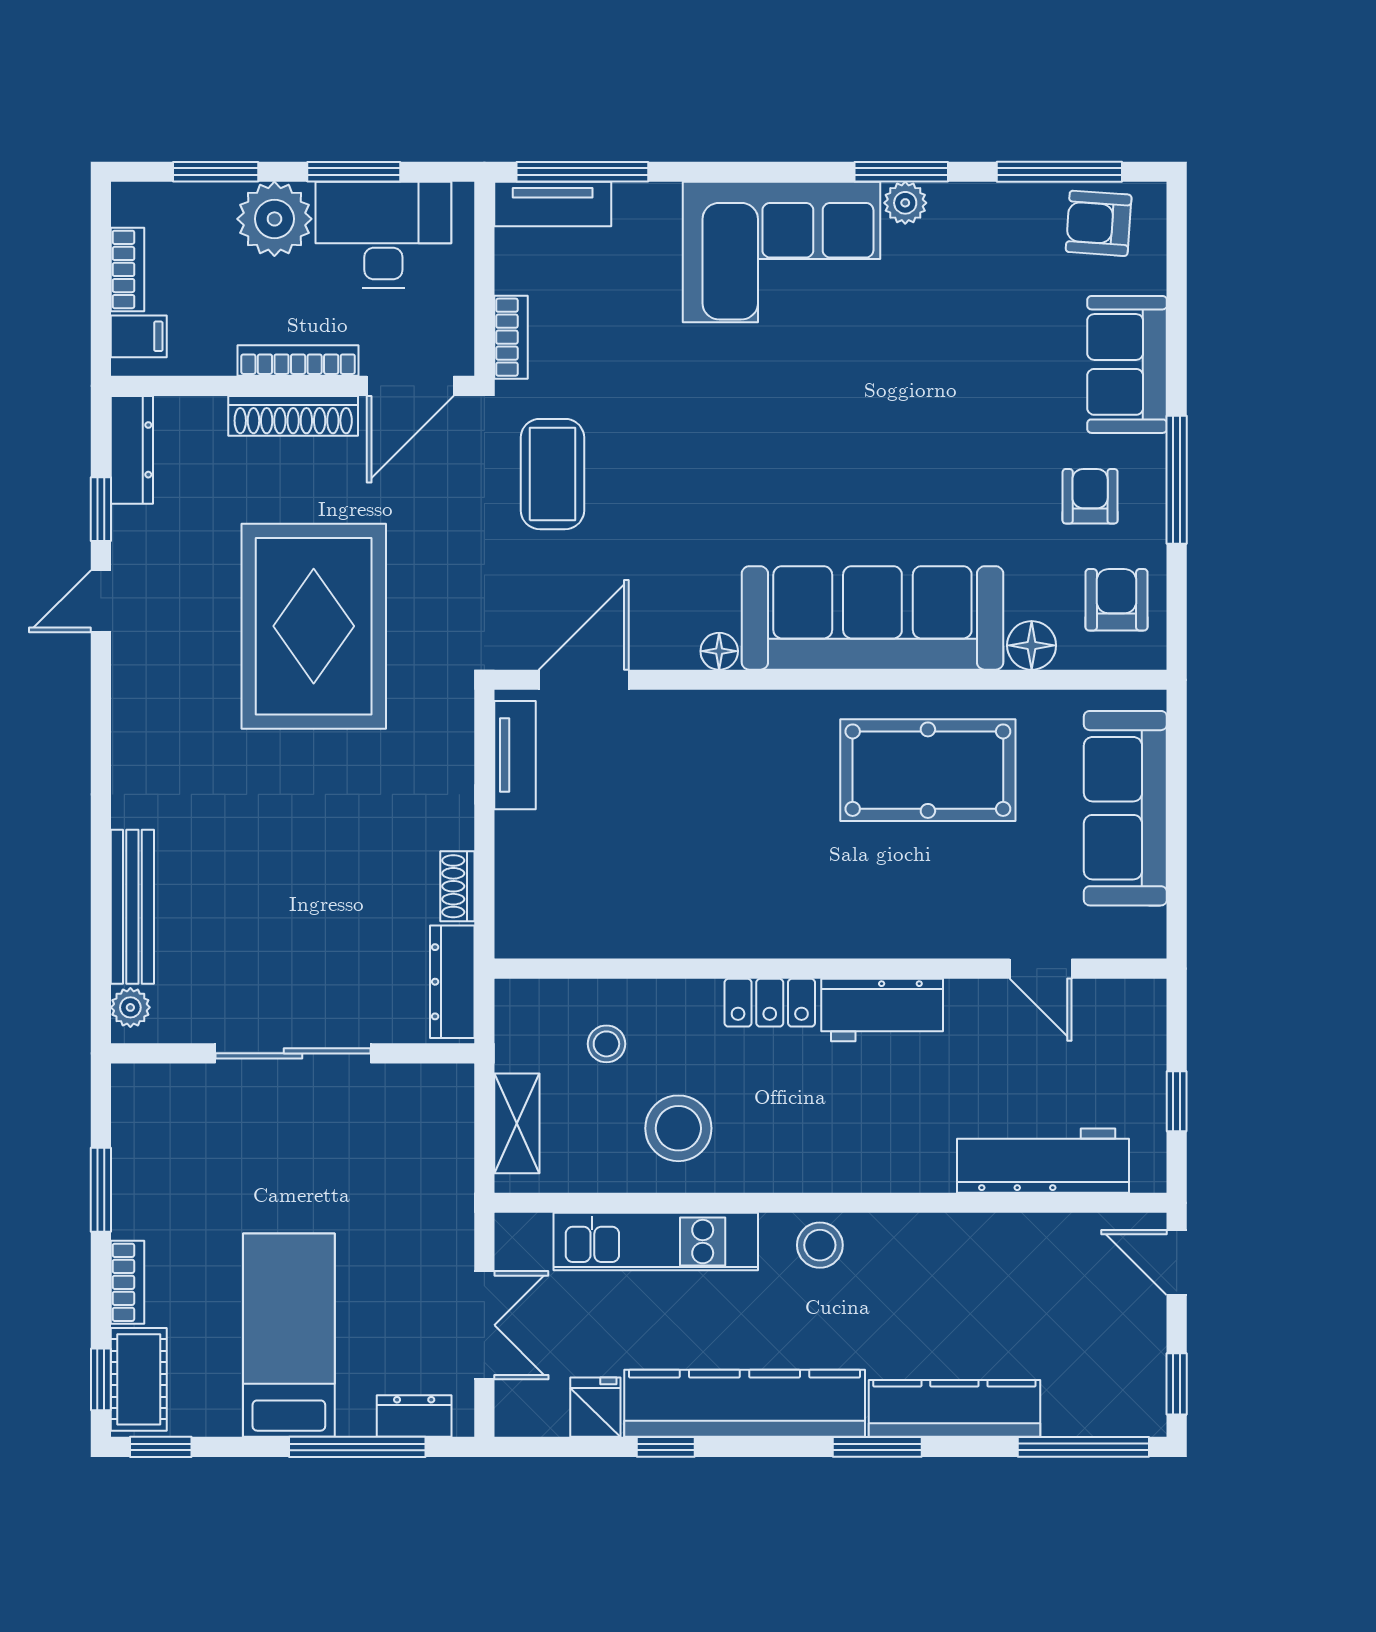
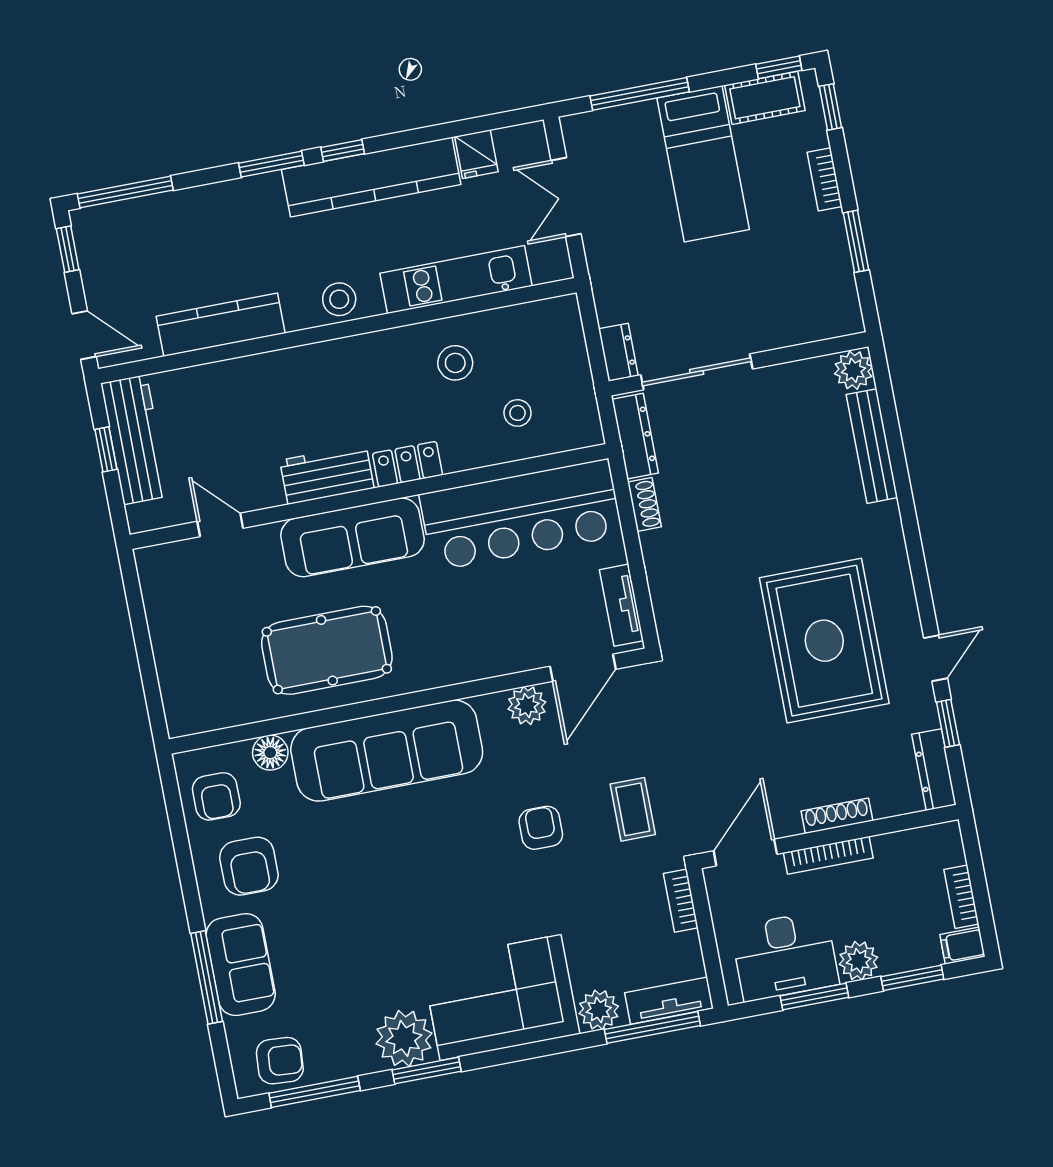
plant: (905, 203) -> (404, 1038), width x1.88, depth x1.88
plant: (651, 210) -> (599, 1010), added
plant: (274, 219) -> (858, 961), width x0.73, depth x0.73
filing cabinet: (139, 336) -> (962, 946), moved
shoe rack: (293, 416) -> (837, 816), width x0.74, depth x0.81
armchair: (683, 473) -> (541, 828), added
coffee table: (552, 474) -> (633, 809), width x0.73, depth x0.77
window: (1177, 480) -> (207, 977), moved
armchair: (1090, 496) -> (249, 866), width x1.38, depth x1.38
rug: (314, 626) -> (824, 641), moved
plant: (670, 643) -> (527, 705), added
floor lamp: (719, 651) -> (491, 706), removed
sofa: (1125, 808) -> (352, 537), moved, turned 90
bar counter: (628, 904) -> (521, 515), added
plant: (130, 1007) -> (853, 370), width x1.38, depth x1.38
sliding door: (293, 1053) -> (697, 372), moved
shelving: (517, 1123) -> (570, 345), removed
stool: (678, 1128) -> (455, 363), width x0.73, depth x0.73
workbench: (1043, 1161) -> (135, 440), moved, turned -90
cot: (139, 1379) -> (765, 98), moved, turned 90
kitchen counter: (954, 1408) -> (221, 325), moved, turned 180
dresser: (414, 1416) -> (618, 352), moved, turned -90
window: (666, 1447) -> (343, 150), moved

